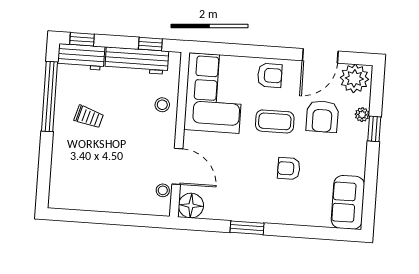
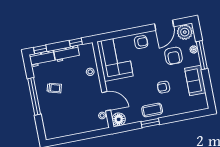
workbench: (137, 61) -> (67, 54), width x0.73
window: (50, 96) -> (34, 96), moved
coffee table: (275, 121) -> (152, 110), moved
window: (374, 129) -> (202, 55), width x2.17
sofa: (348, 202) -> (195, 81), moved

